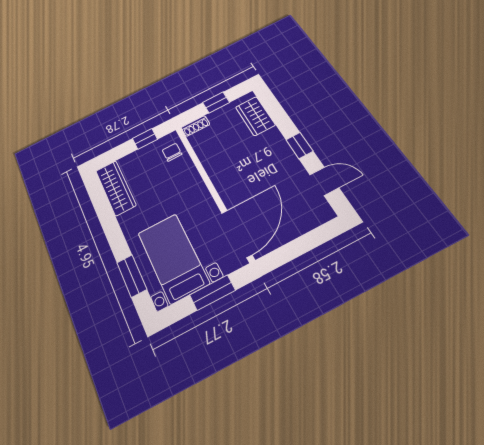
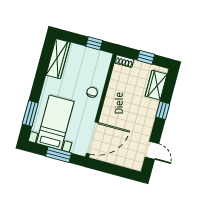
window: (299, 145) -> (163, 110), moved
chair: (172, 152) -> (92, 92), moved

